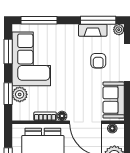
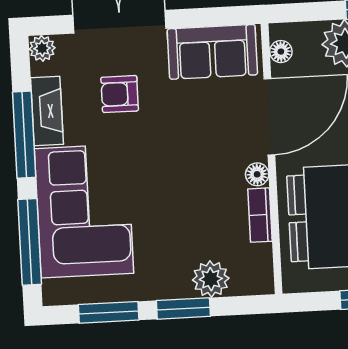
window: (98, 20) -> (24, 135), moved
corner sofa: (31, 59) -> (84, 211), moved, turned 90
armchair: (98, 61) -> (120, 94), turned 180
window: (8, 94) -> (183, 308), moved

